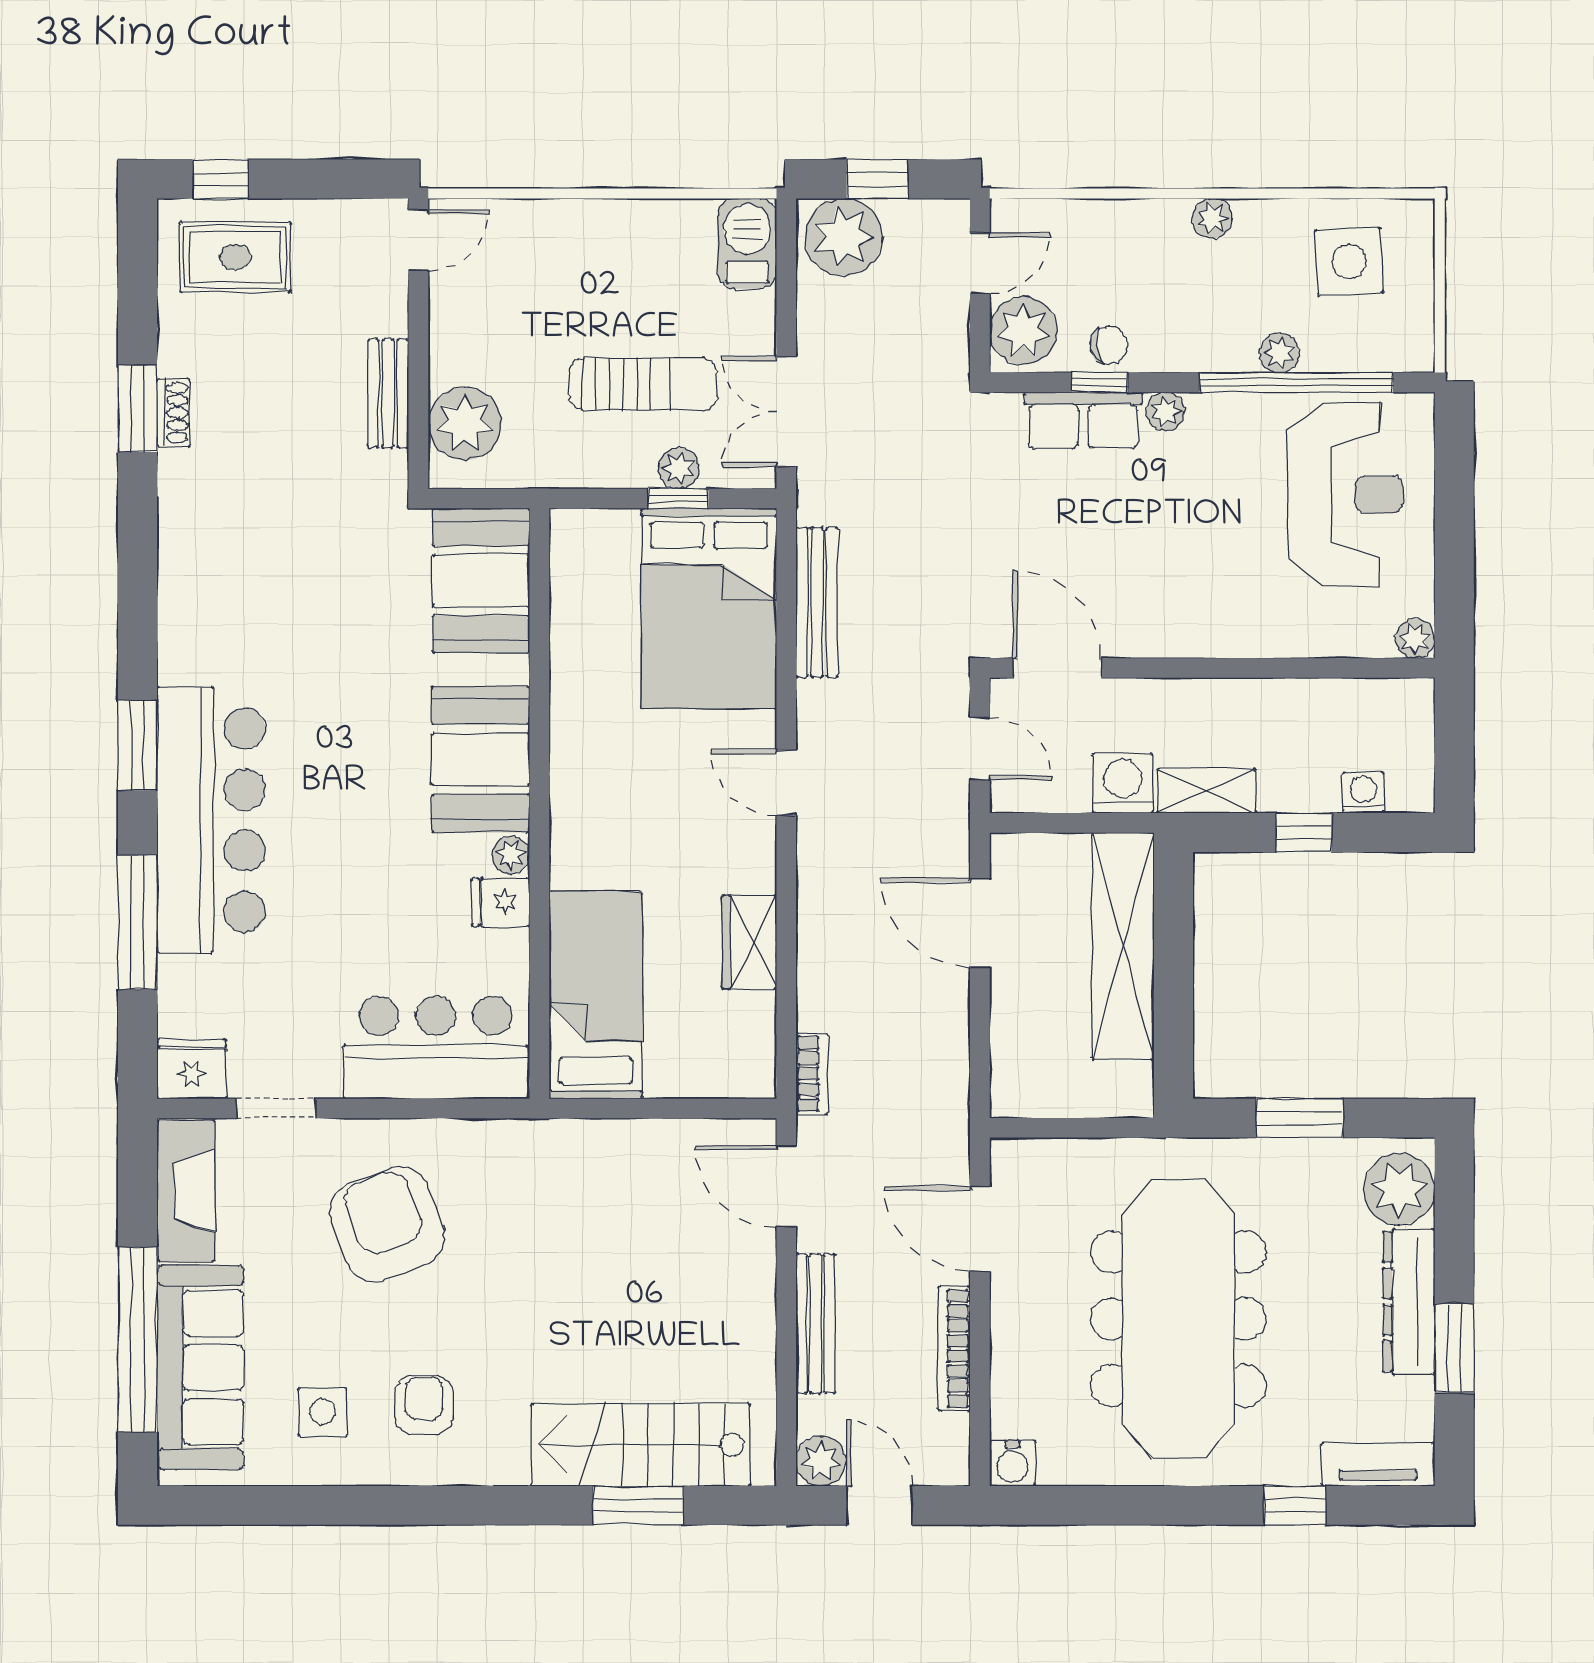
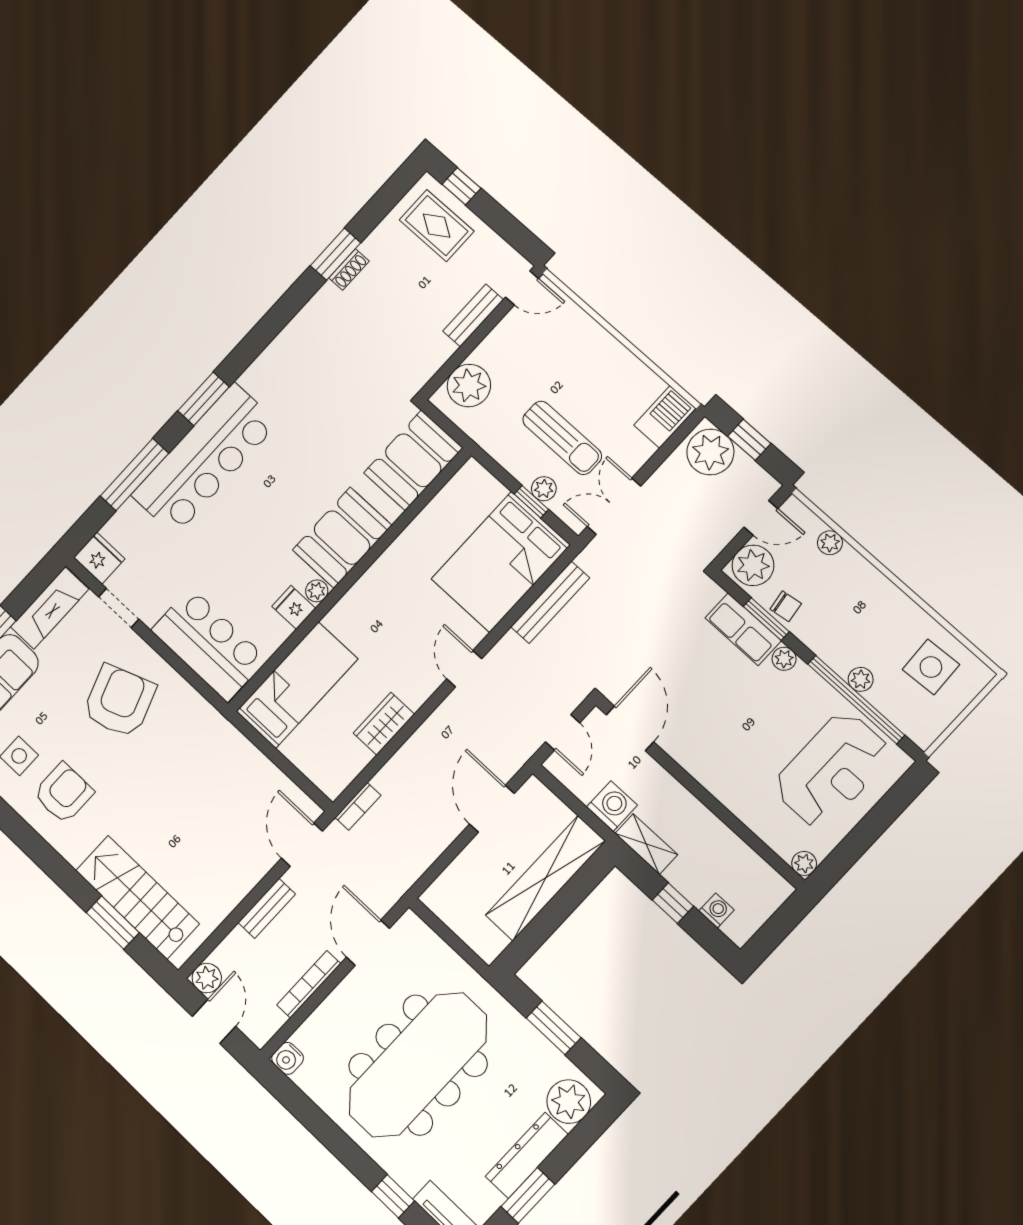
plant: (1212, 218) -> (830, 543), moved
window: (1100, 382) -> (766, 619), width x1.50
bench: (388, 393) -> (473, 315), moved
bench: (815, 1324) -> (267, 908), width x0.73
armchair: (424, 1405) -> (63, 793), width x1.38, depth x1.38

